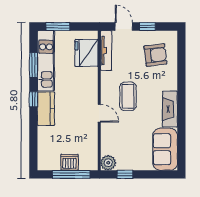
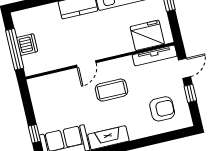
armchair: (155, 55) -> (162, 109), turned -83
plant: (108, 163) -> (36, 86), removed
window: (125, 174) -> (34, 134), moved

